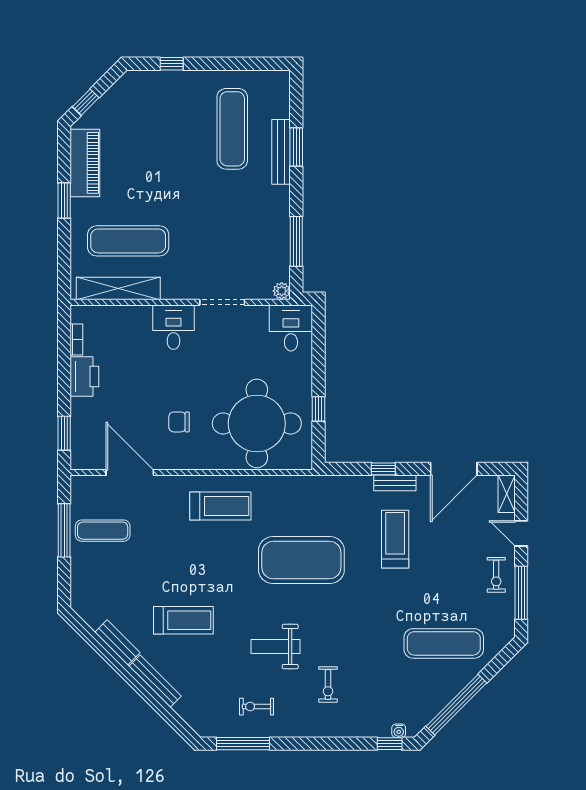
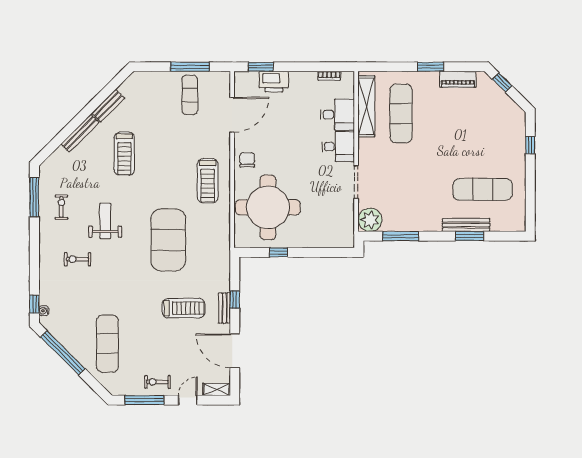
piano: (85, 163) -> (458, 79), width x0.73, depth x0.75
plant: (282, 291) -> (370, 220), width x1.87, depth x1.87
desk: (291, 328) -> (338, 115), moved
printer: (84, 377) -> (274, 82), moved
chair: (179, 422) -> (247, 160), moved

